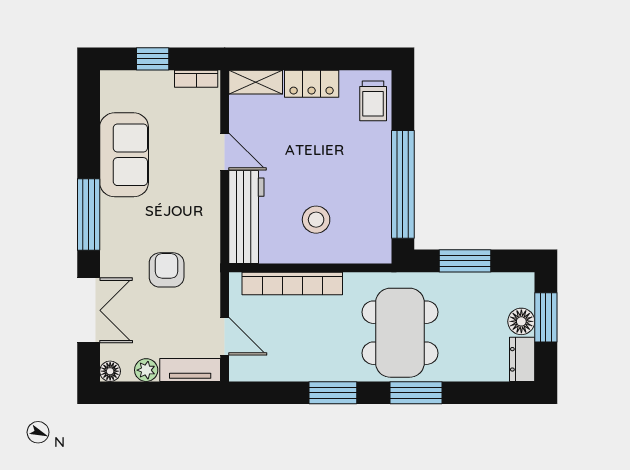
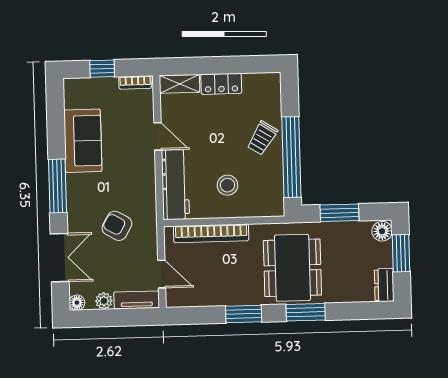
trolley: (373, 101) -> (262, 138), moved, turned 32
armchair: (167, 270) -> (117, 226), turned -60
floor lamp: (521, 321) -> (382, 231), moved

